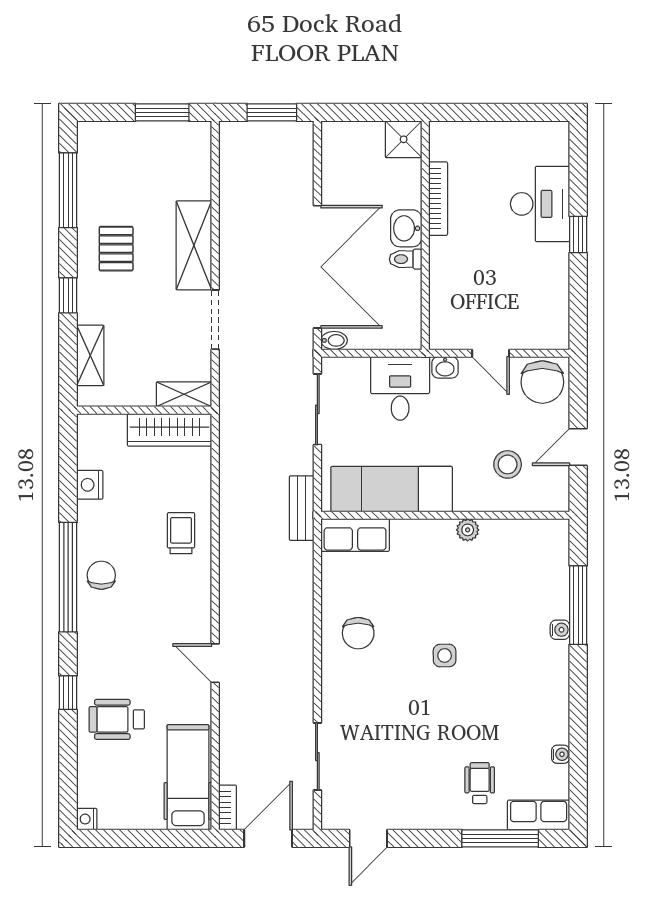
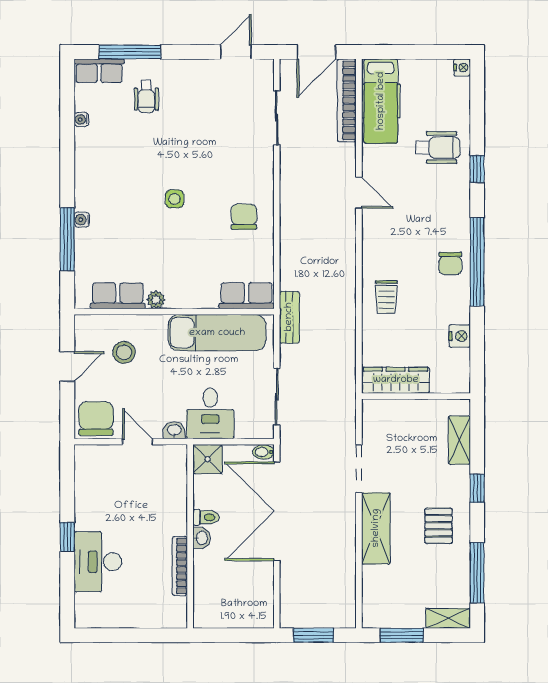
shower: (404, 139) -> (207, 459), moved
washbasin: (406, 228) -> (201, 538), width x0.72, depth x0.69
shelving: (184, 394) -> (448, 618), moved
row of seats: (515, 535) -> (118, 296), added
bookcase: (228, 807) -> (347, 100), width x2.31, depth x1.31

